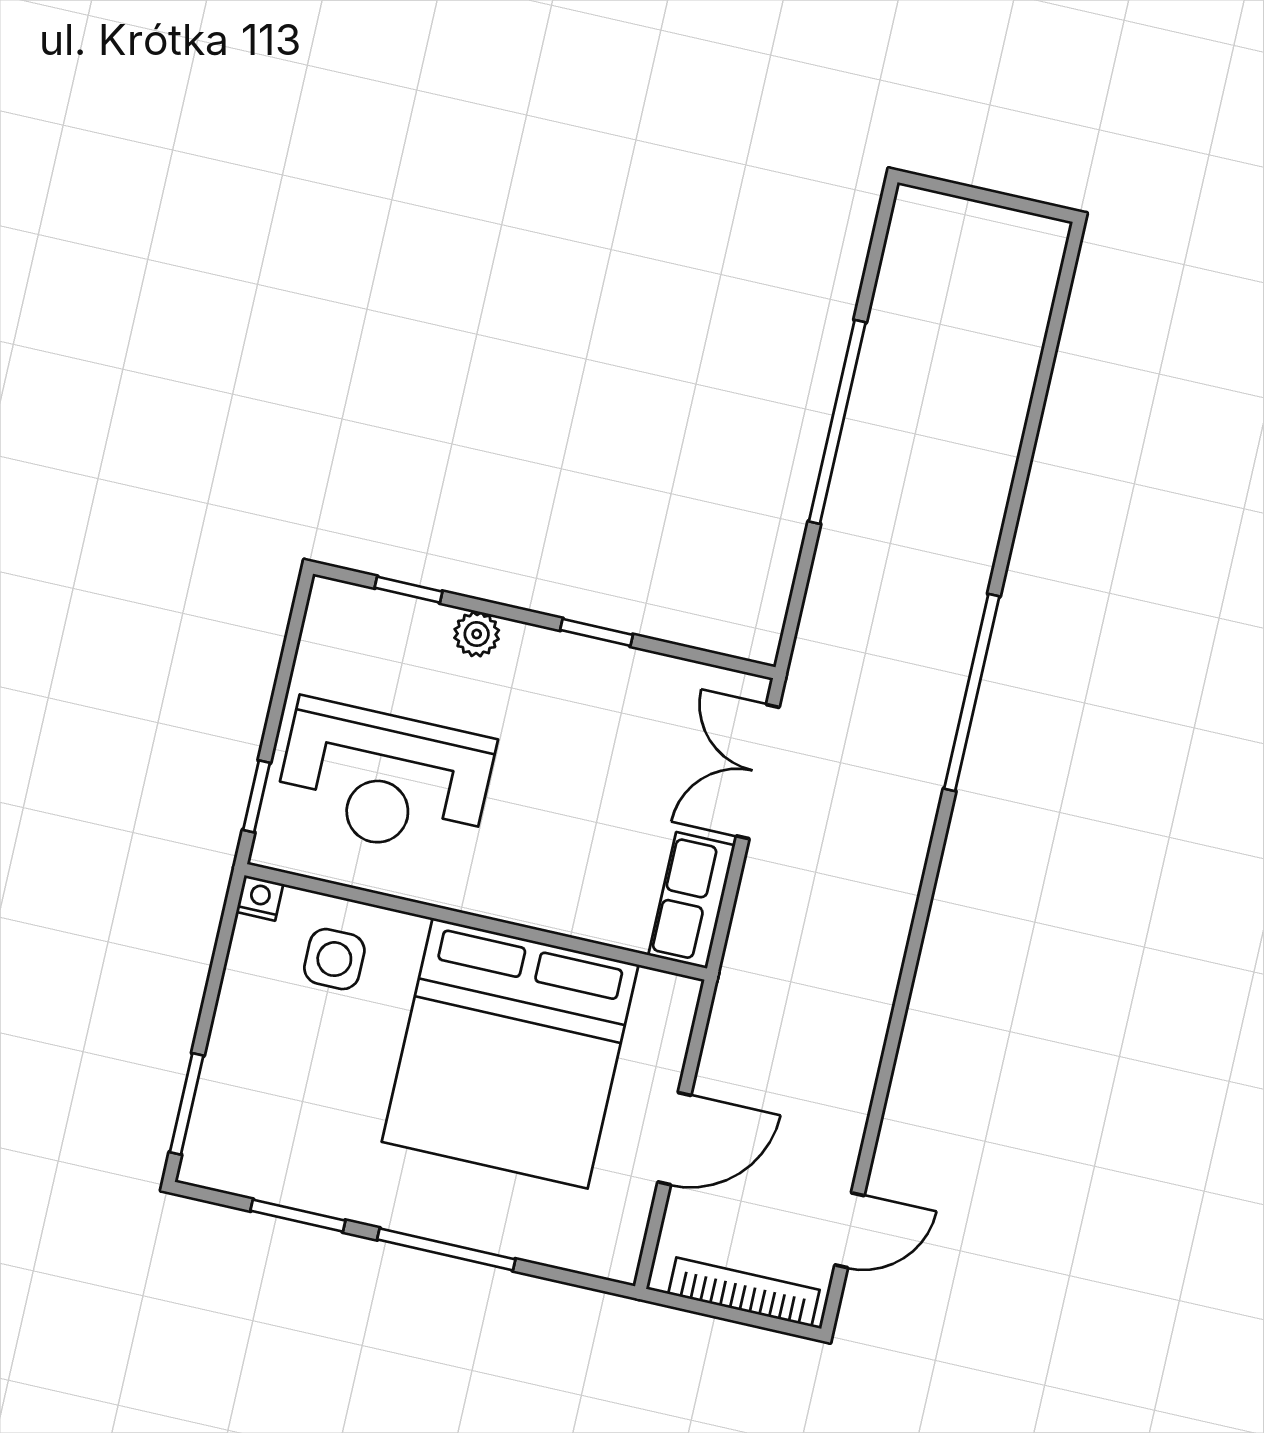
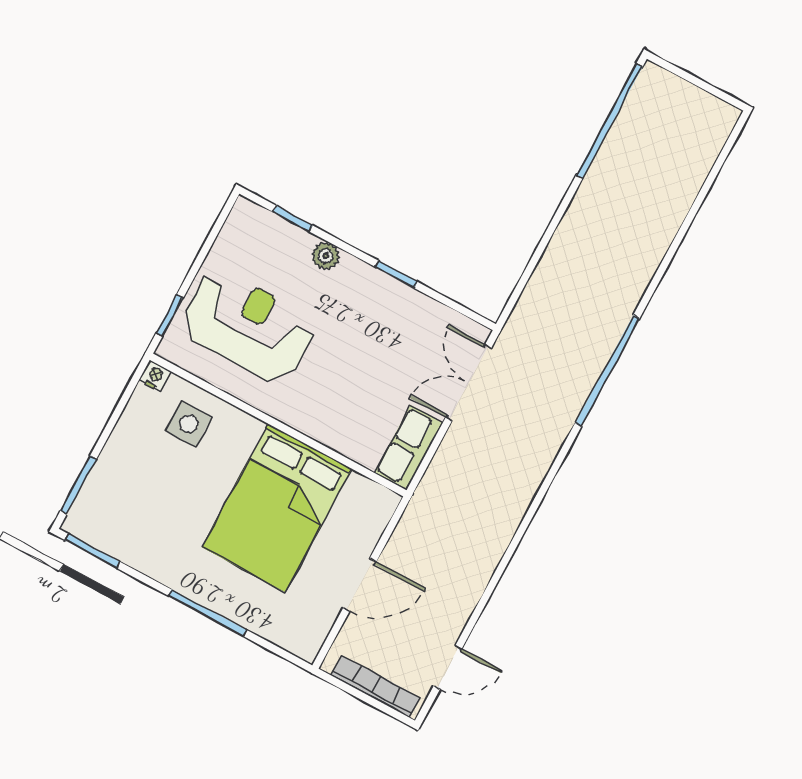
window: (837, 422) -> (609, 121), moved
reception desk: (385, 779) -> (248, 326), turned 180
bed: (510, 1053) -> (277, 508), width x0.73
window: (298, 1216) -> (93, 551), moved

